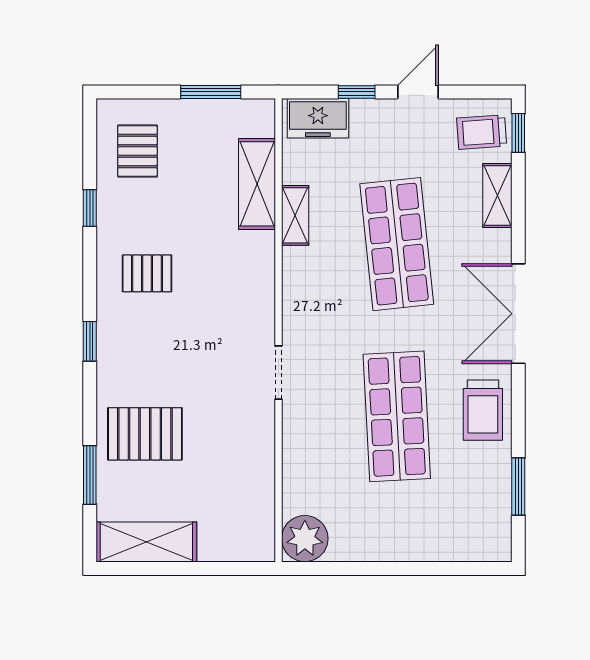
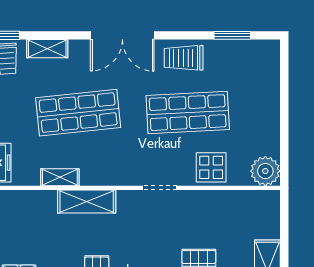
shelving: (257, 184) -> (87, 201), moved
trolley: (483, 410) -> (184, 58), turned 180
display table: (311, 453) -> (211, 167), added

